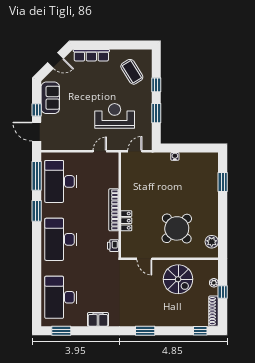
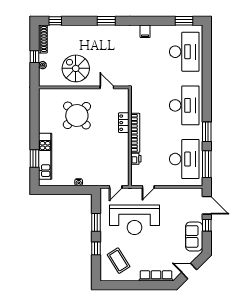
reception desk: (115, 116) -> (135, 220), width x1.36, depth x1.30
kitchen unit: (211, 184) -> (45, 156), added
plant: (212, 242) -> (45, 103), removed
printer: (113, 246) -> (136, 159), moved
filing cabinet: (98, 319) -> (145, 31), width x0.50

